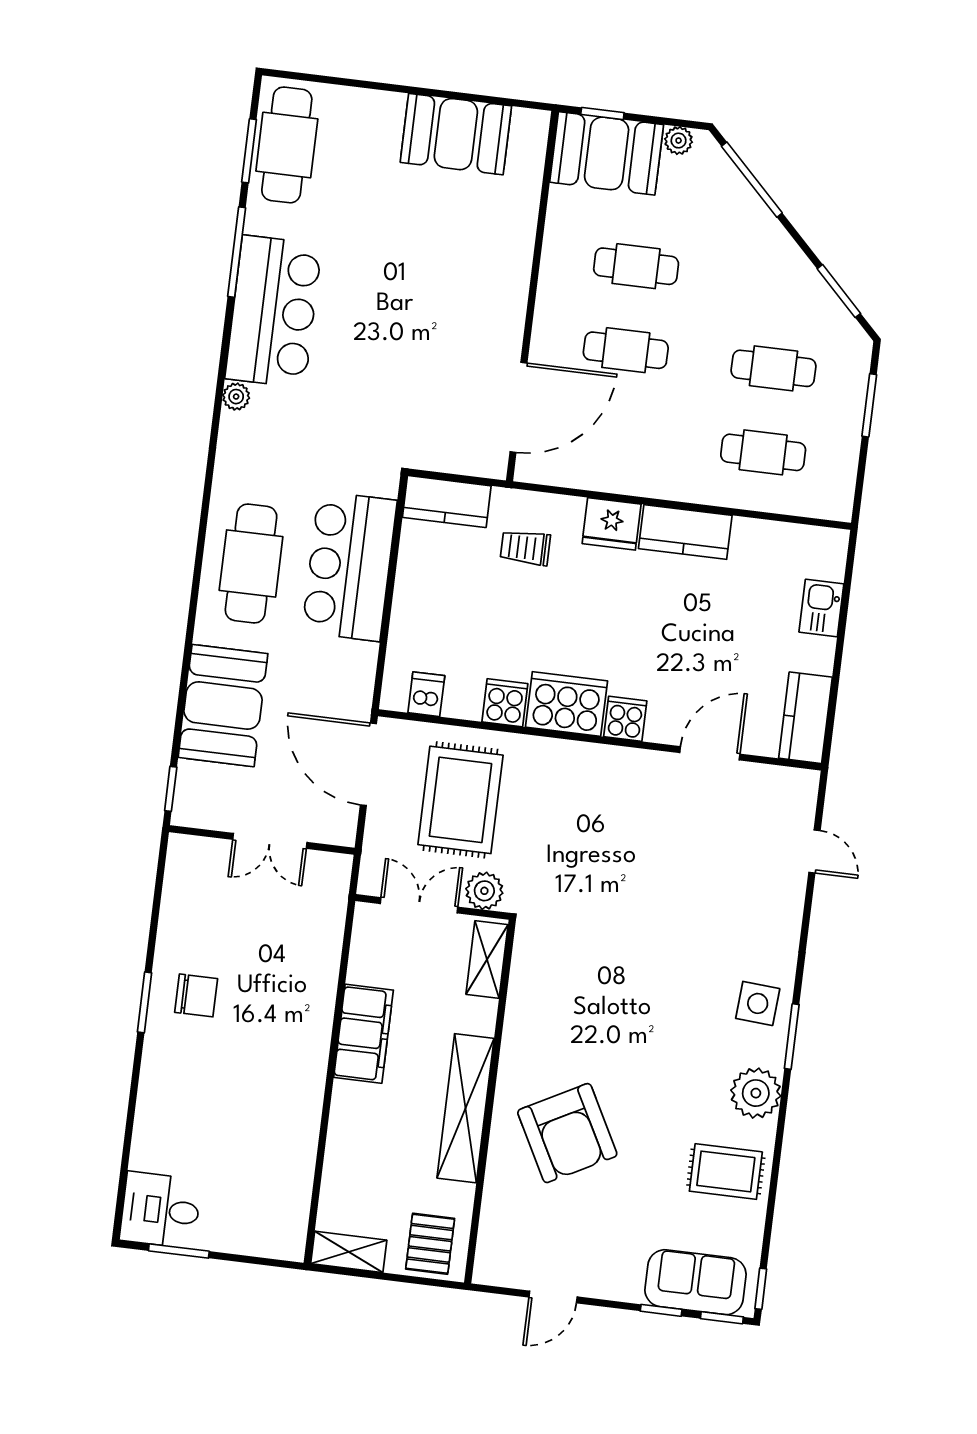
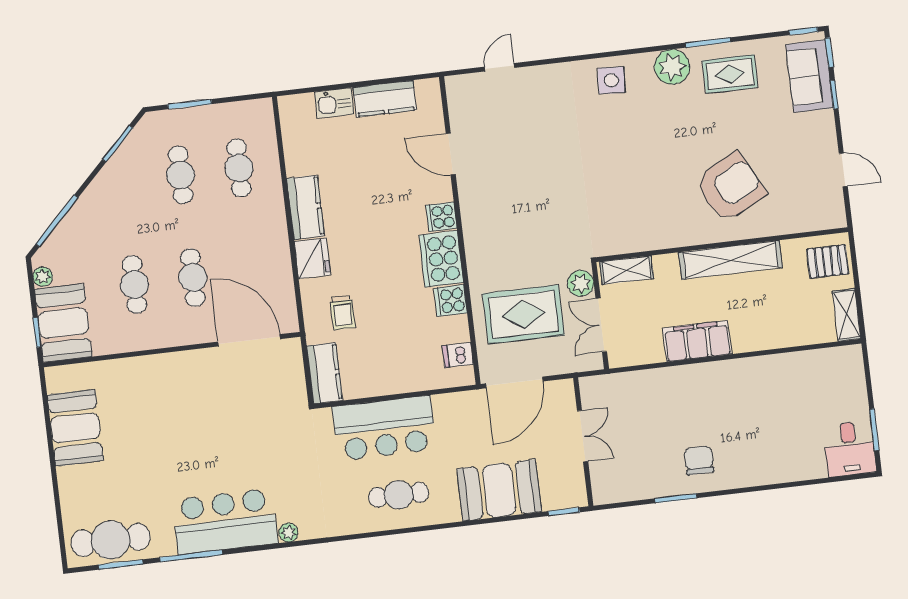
cafe table: (251, 564) -> (399, 495), width x0.73, depth x0.74
kitchen counter: (805, 718) -> (385, 99), moved
window: (145, 1002) -> (676, 498), moved
window: (792, 1036) -> (708, 42), moved
rug: (726, 1172) -> (730, 74), turned 90

